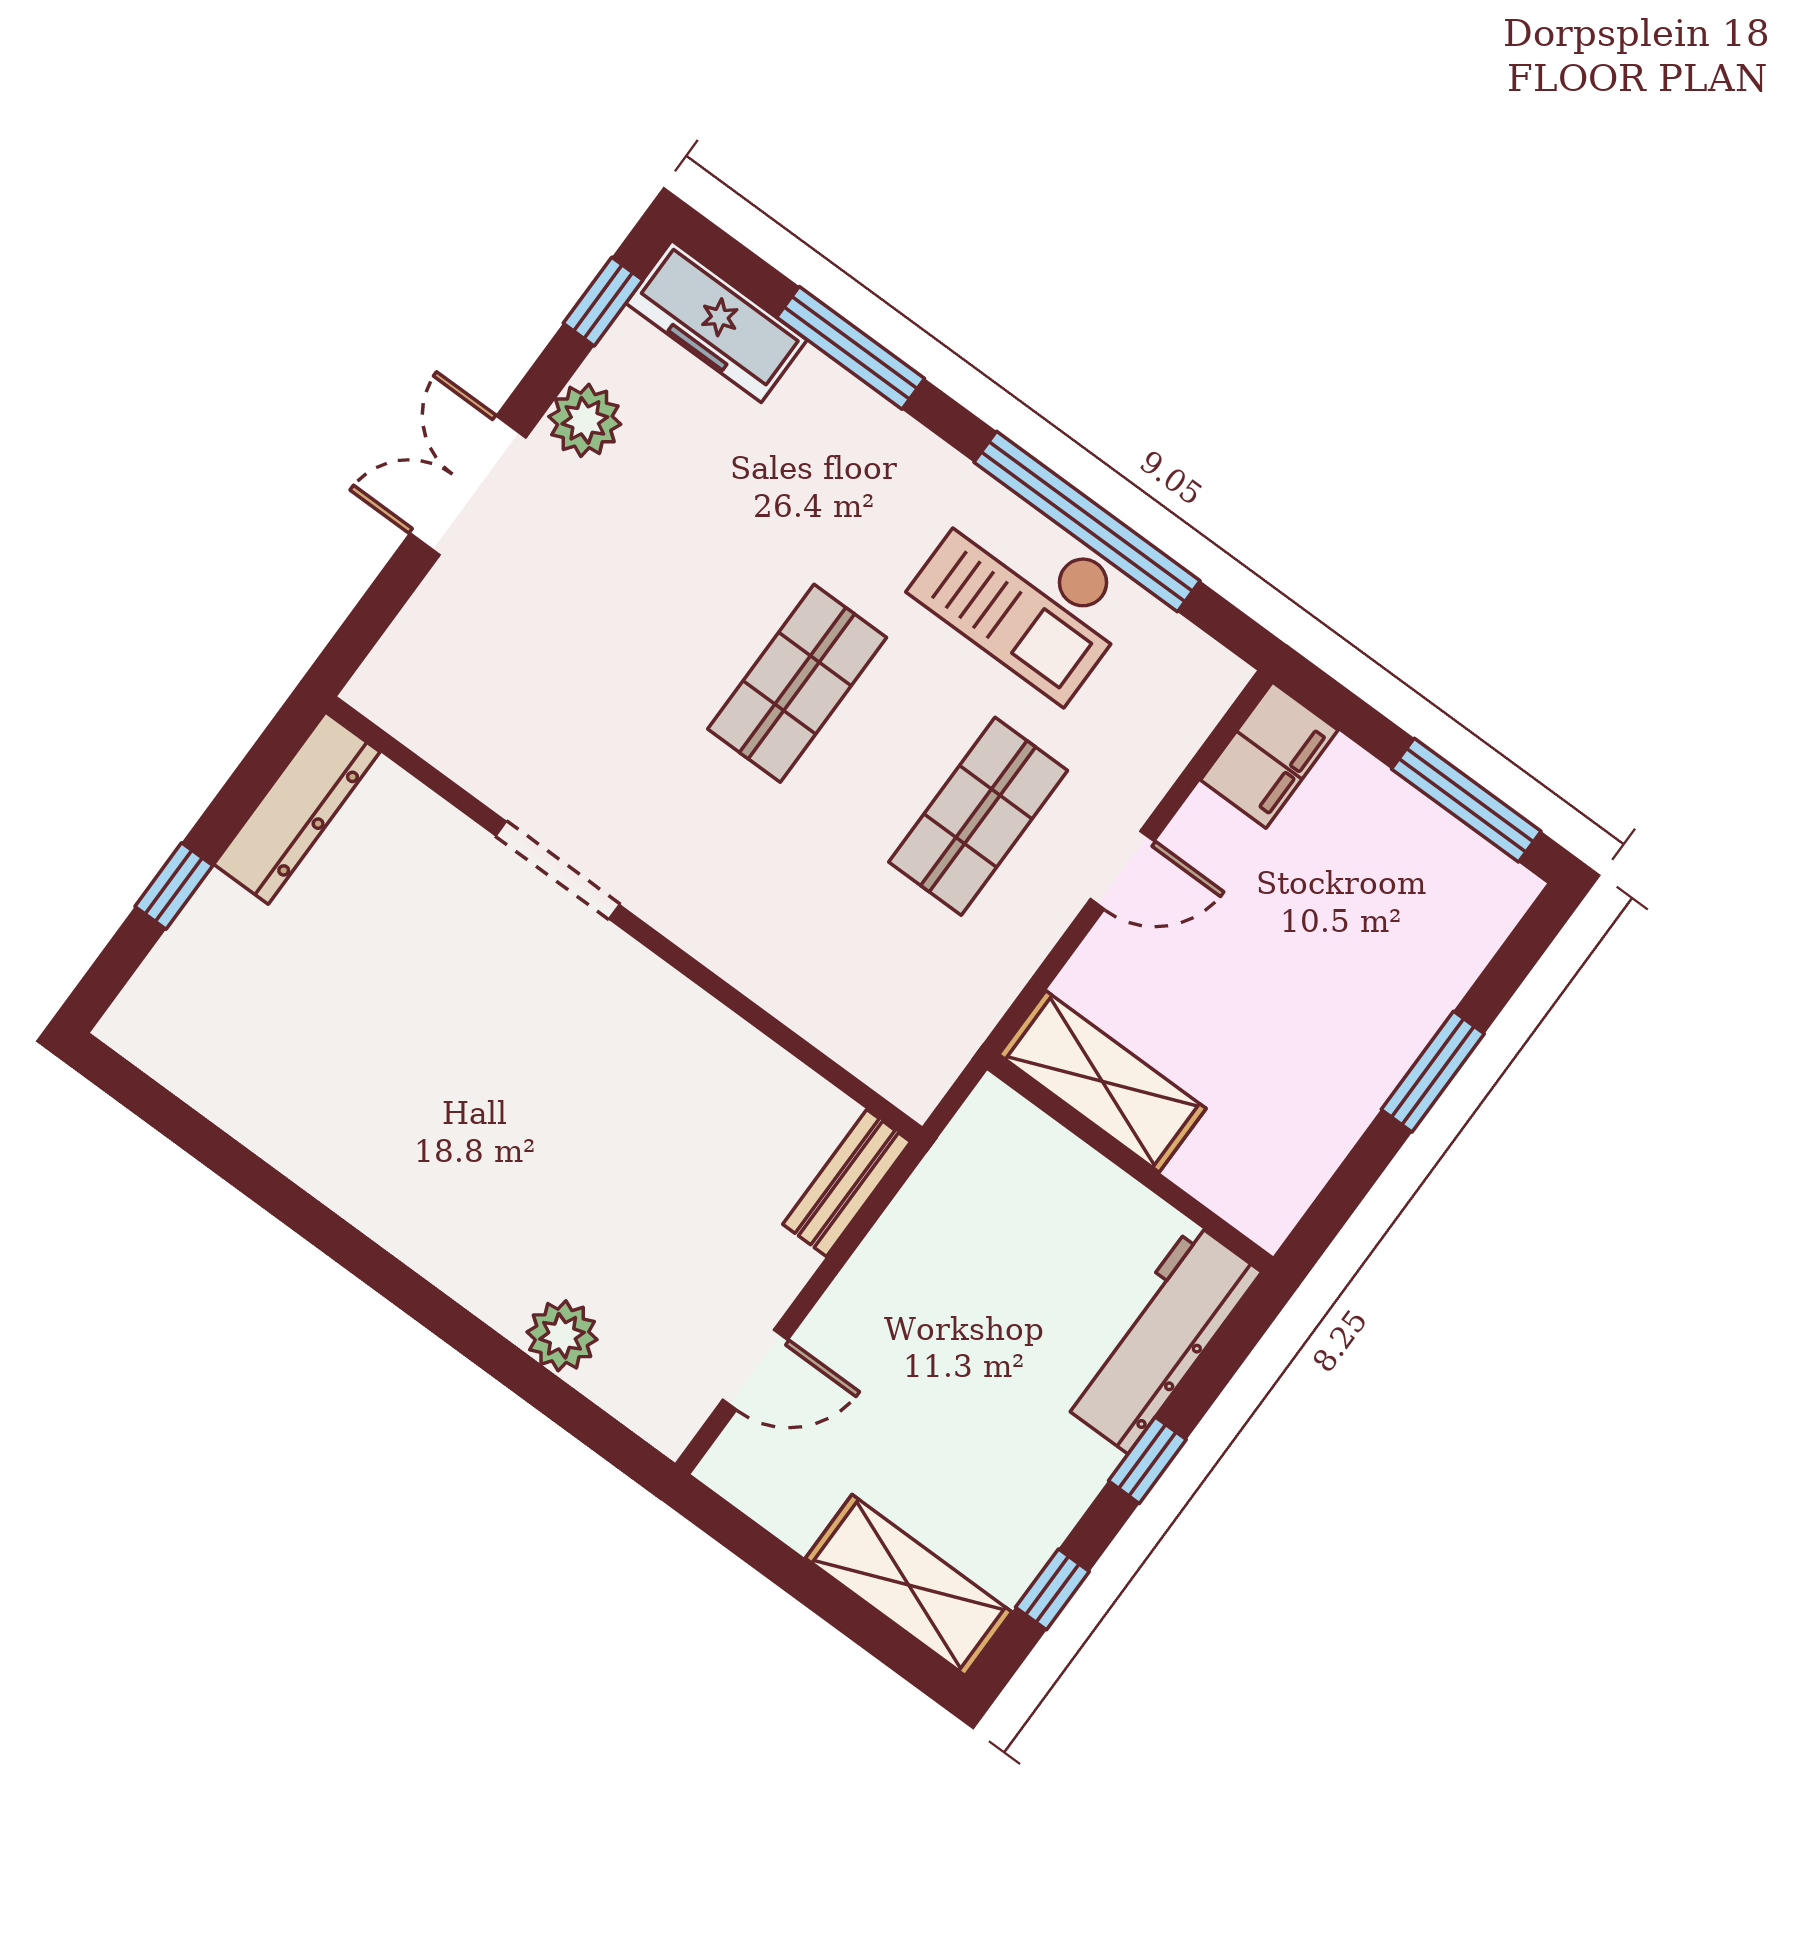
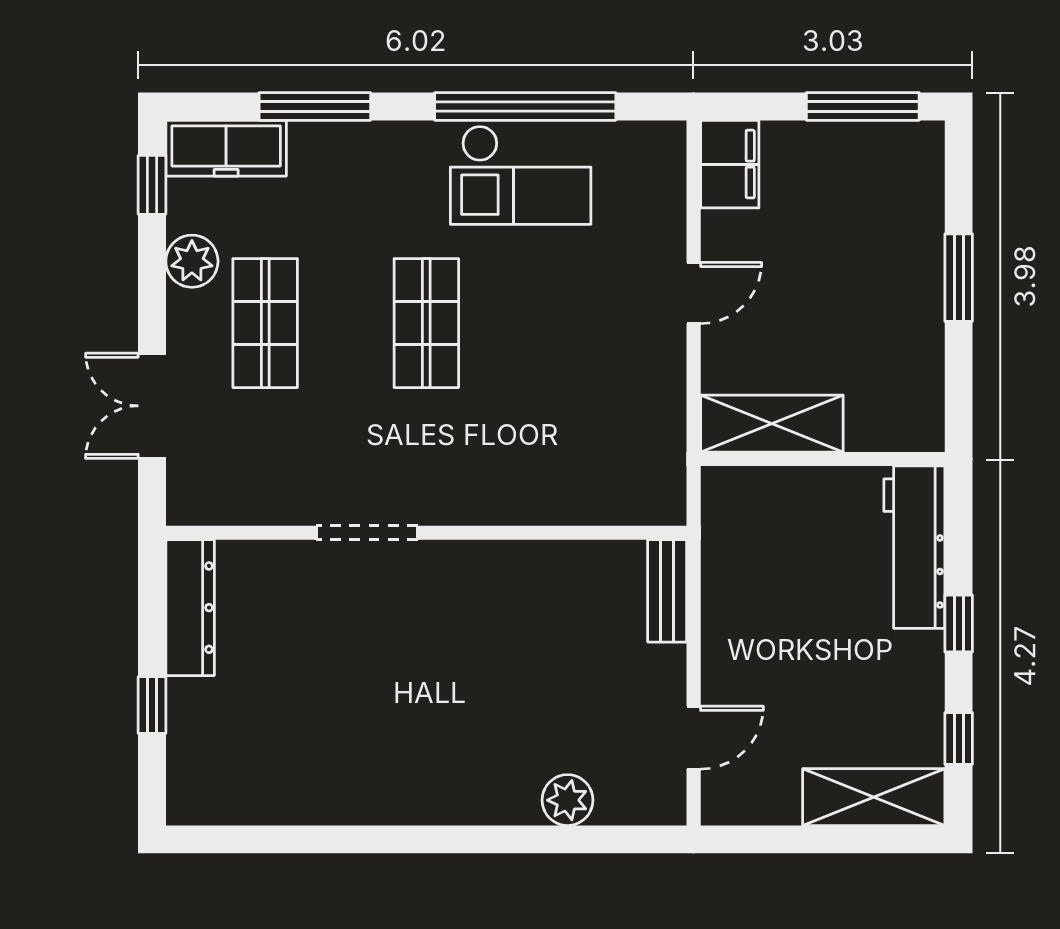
double door: (468, 486) -> (152, 406), moved
shop shelf: (978, 816) -> (265, 323), moved

